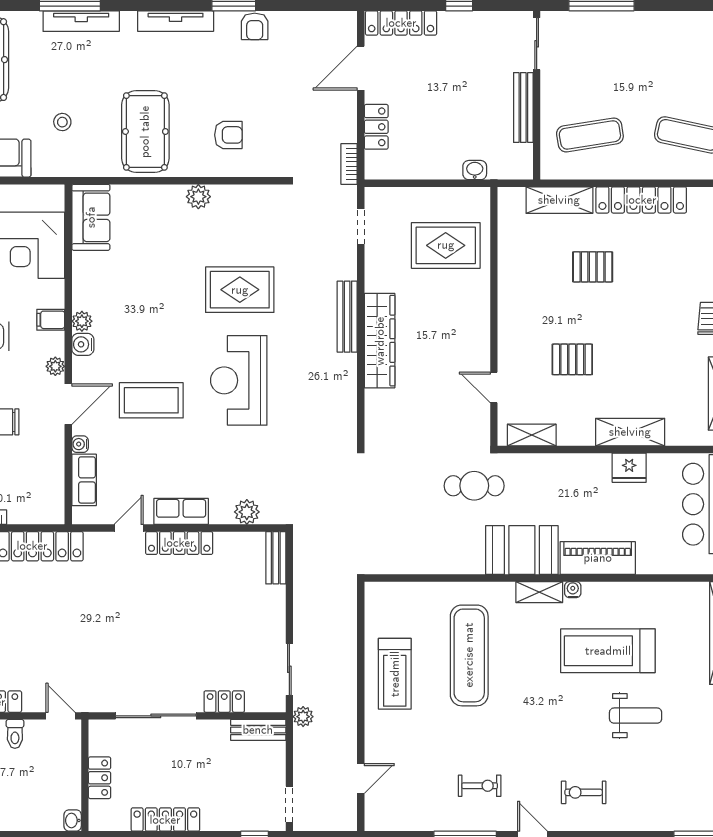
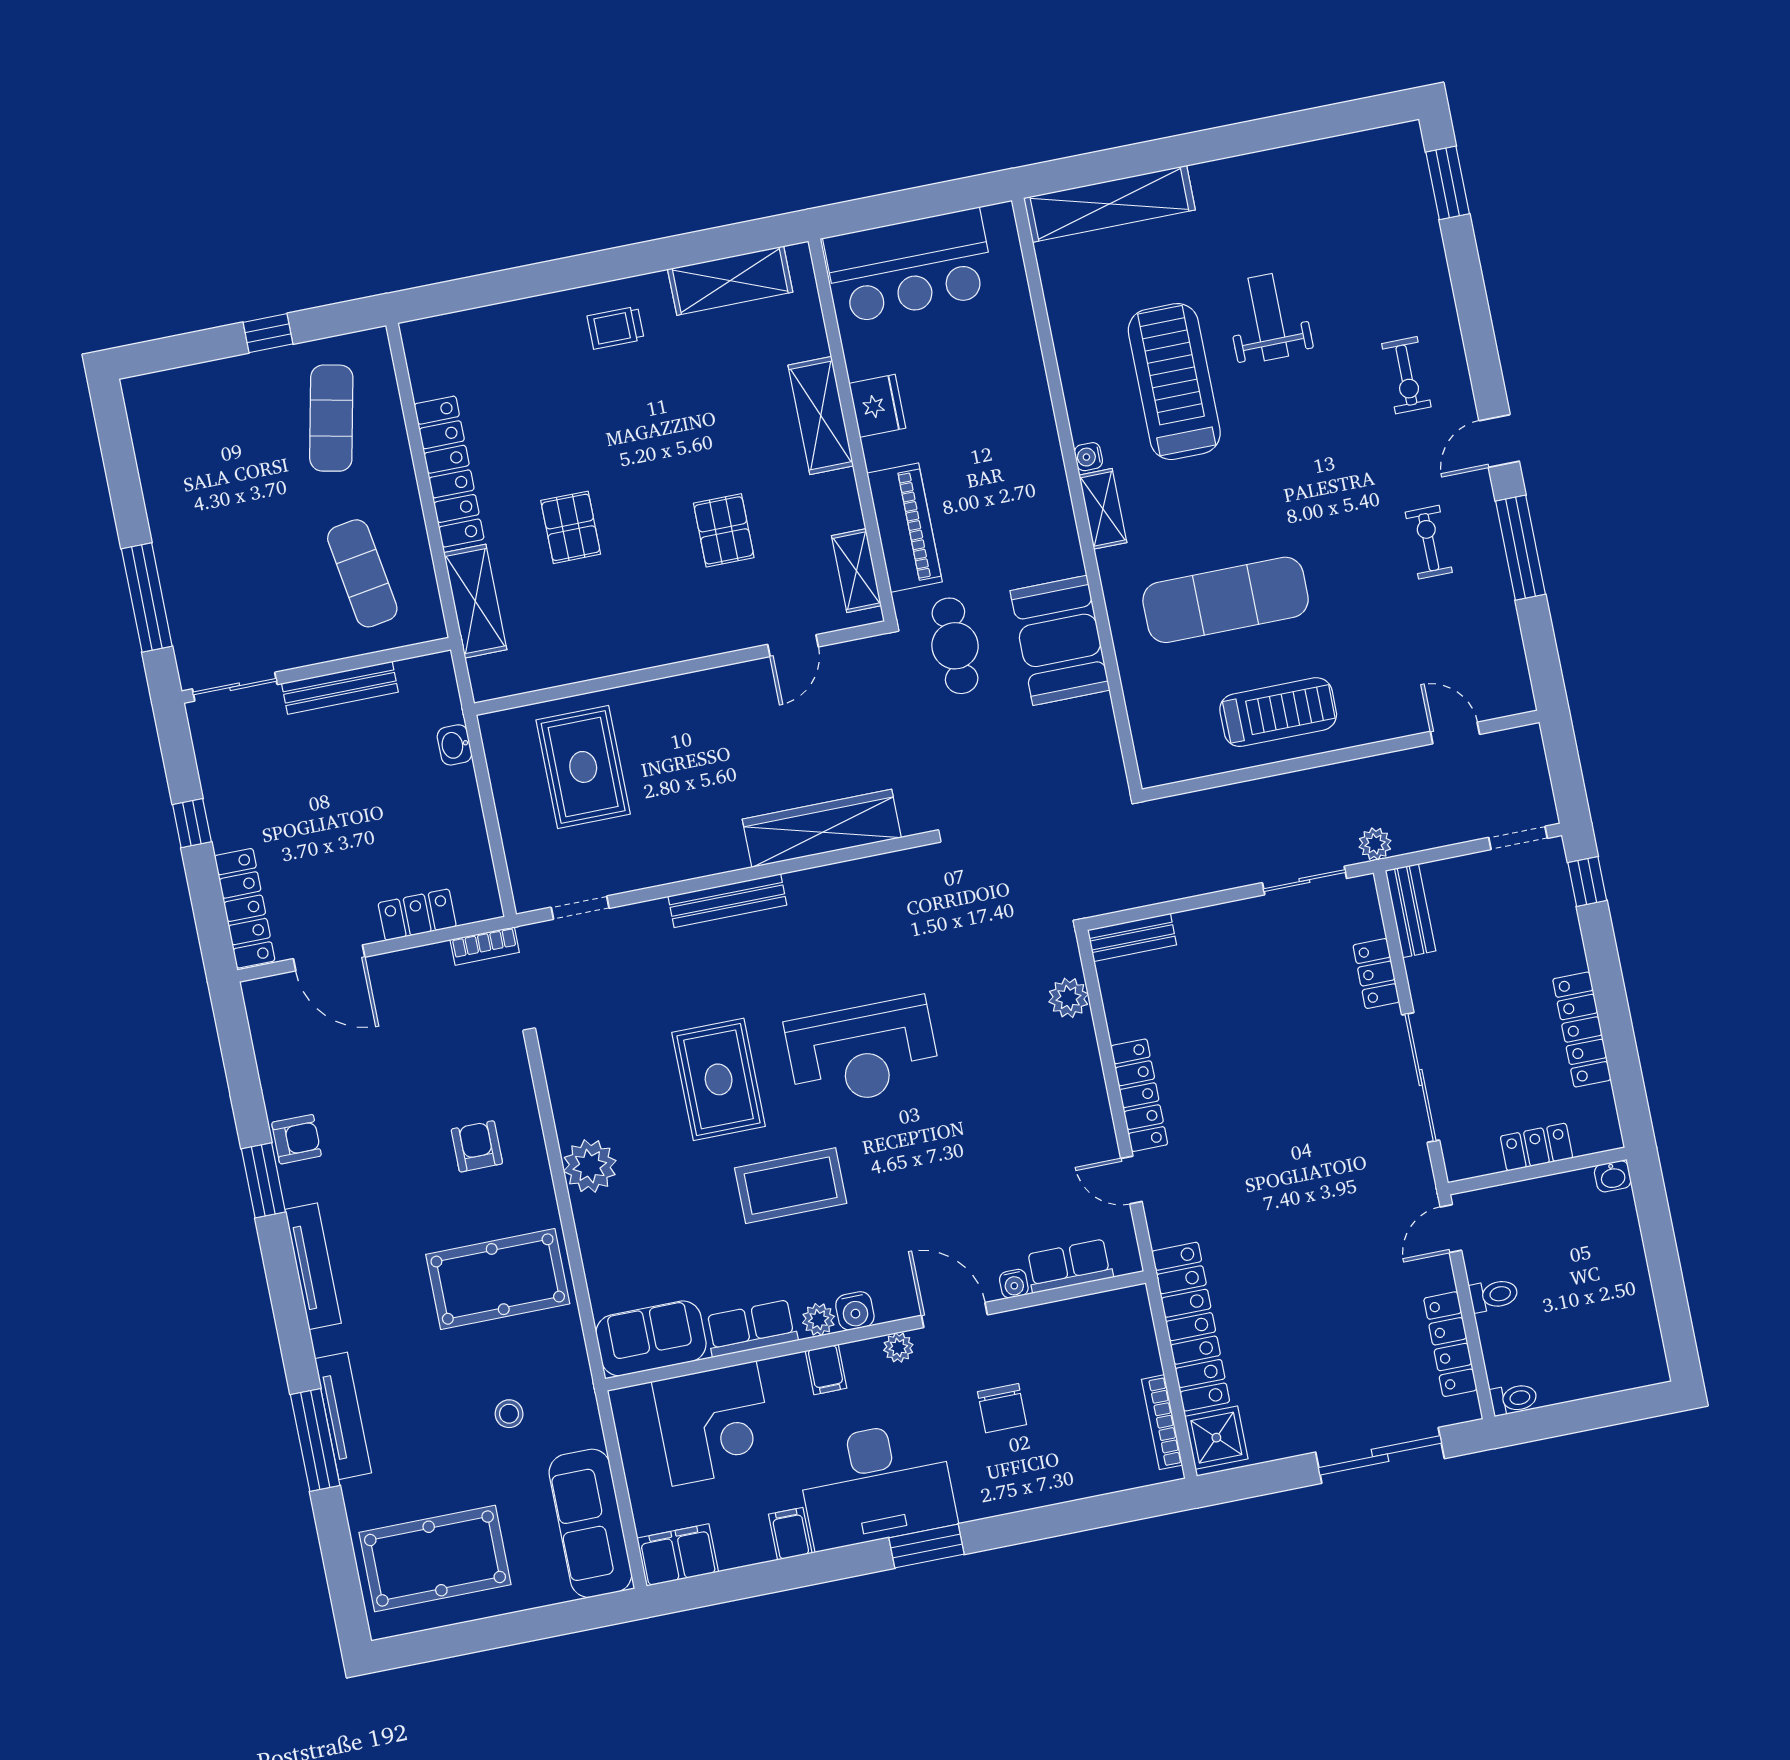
plant: (198, 197) -> (590, 1166), width x1.36, depth x1.36
wardrobe: (380, 341) -> (822, 828), moved
coffee table: (151, 400) -> (791, 1186), moved, turned 90
row of seats: (181, 511) -> (751, 1328), moved, turned 90
booth: (522, 550) -> (1060, 640), moved
piano: (598, 558) -> (905, 528), moved, turned 180
treadmill: (608, 651) -> (1174, 382), turned 180

